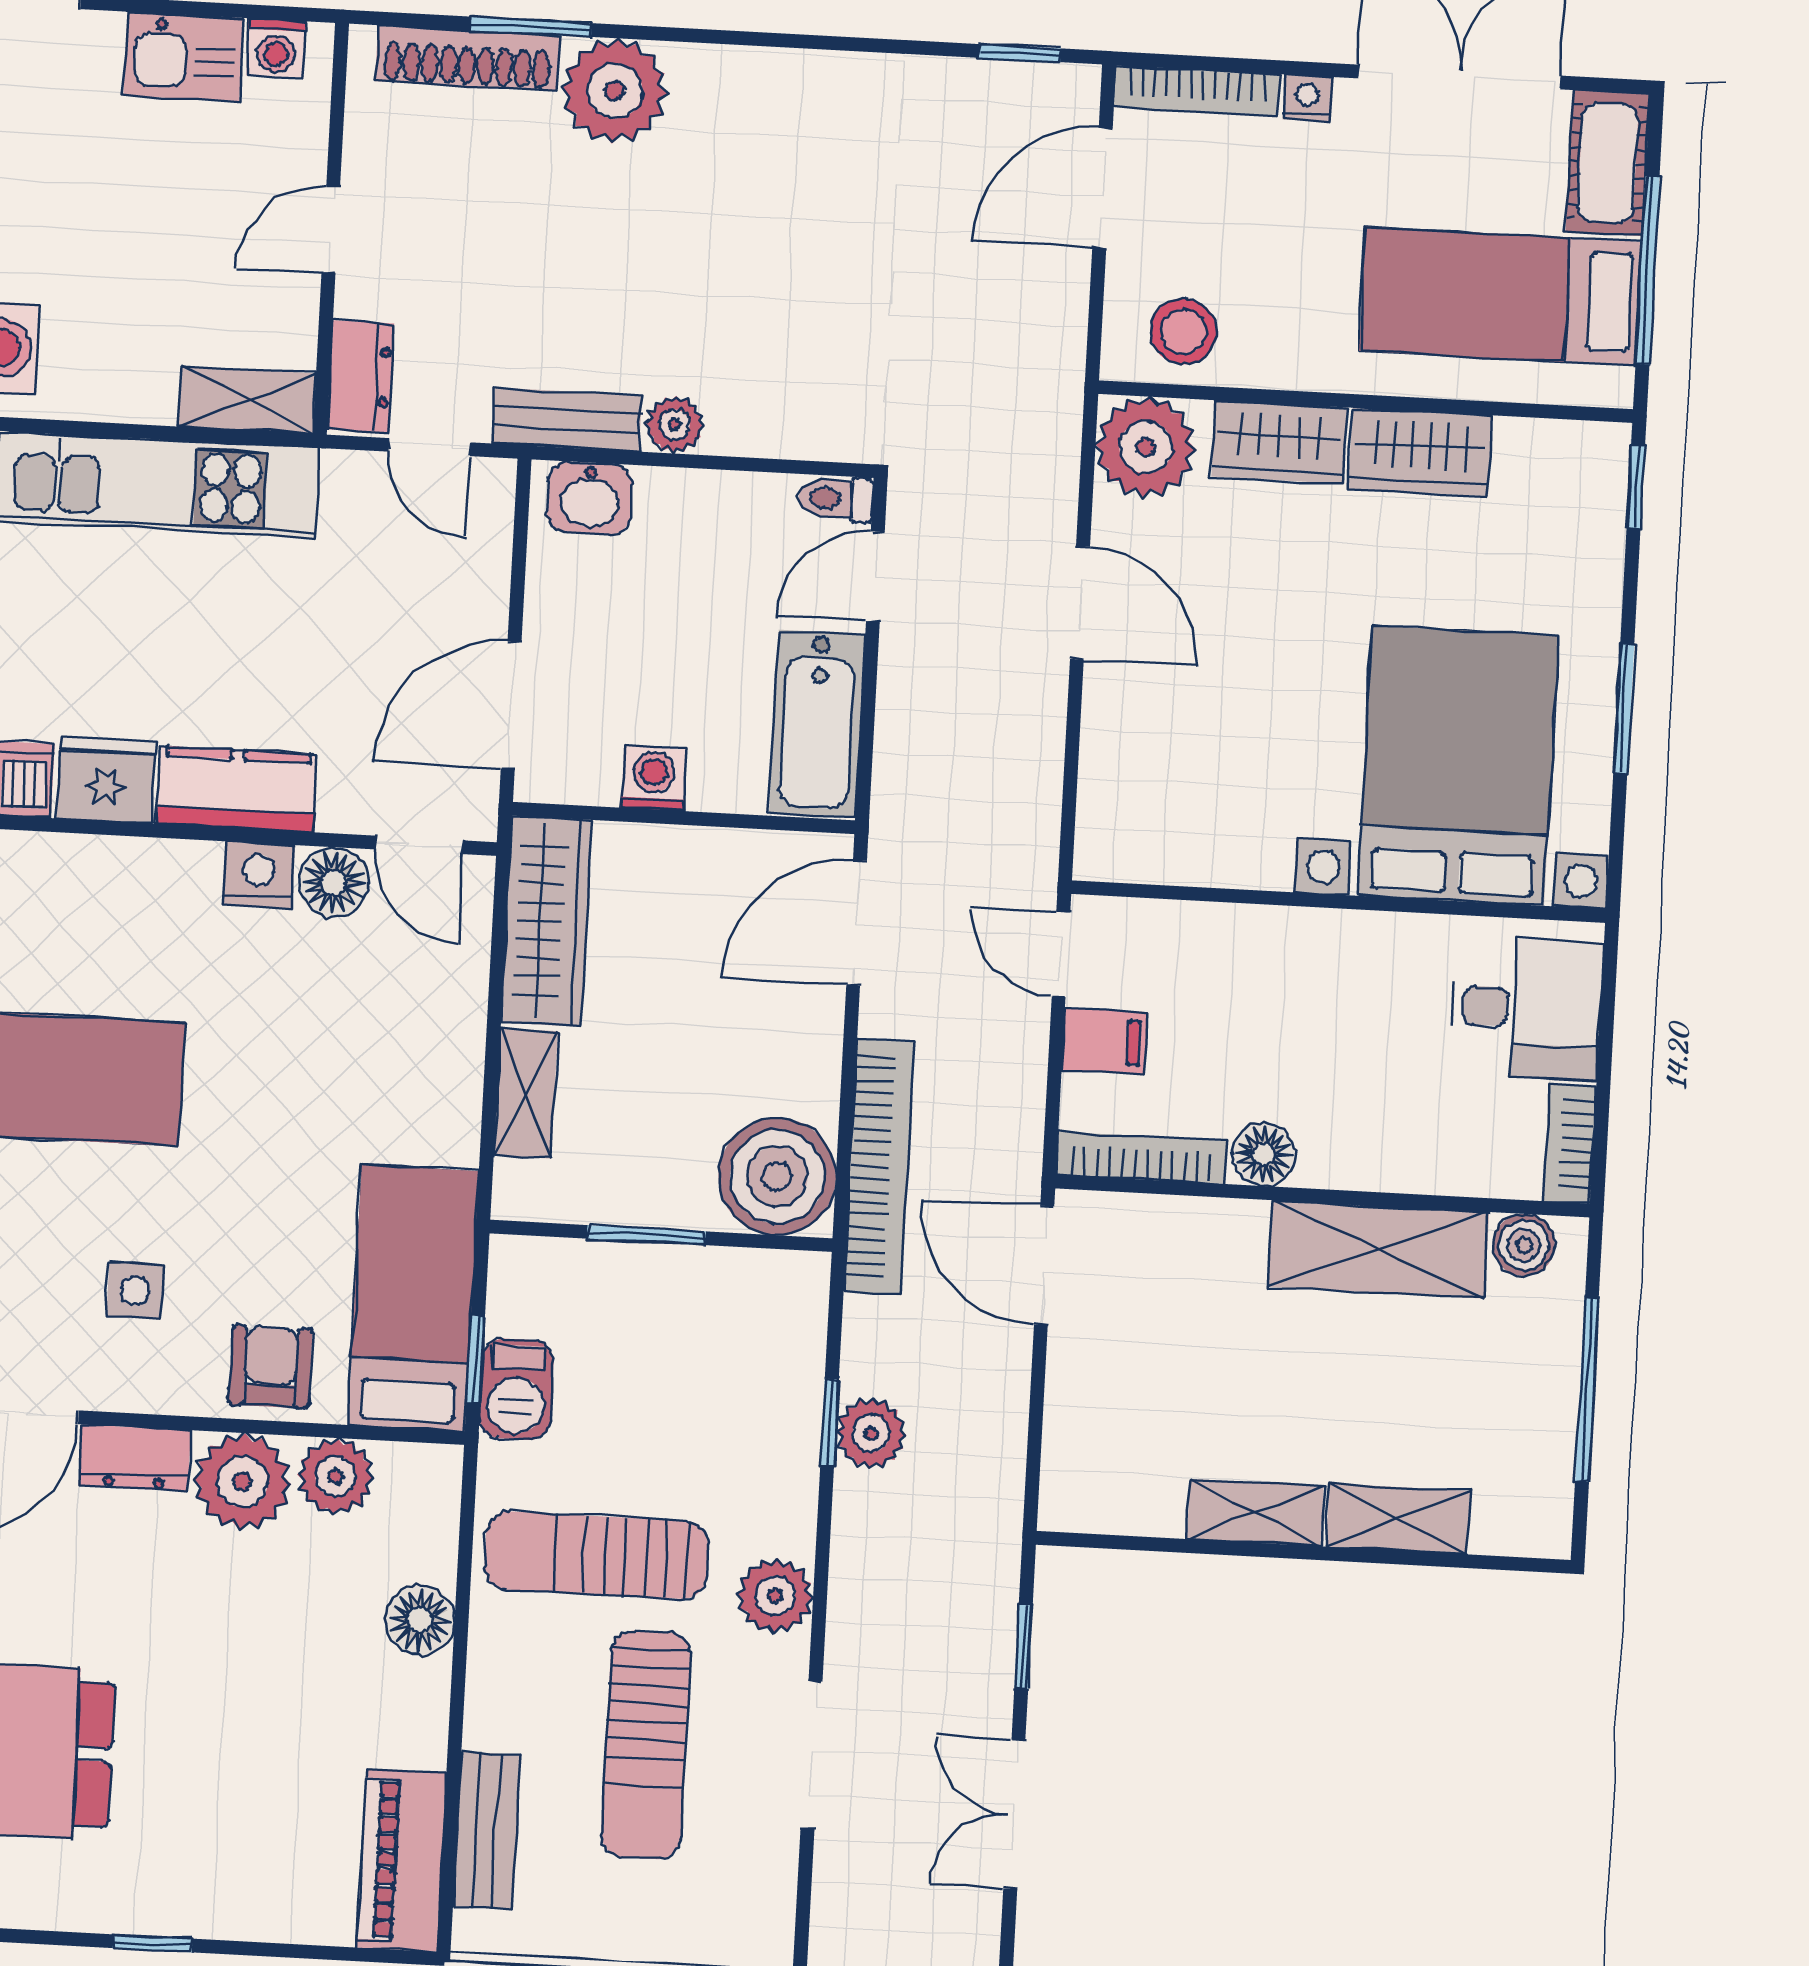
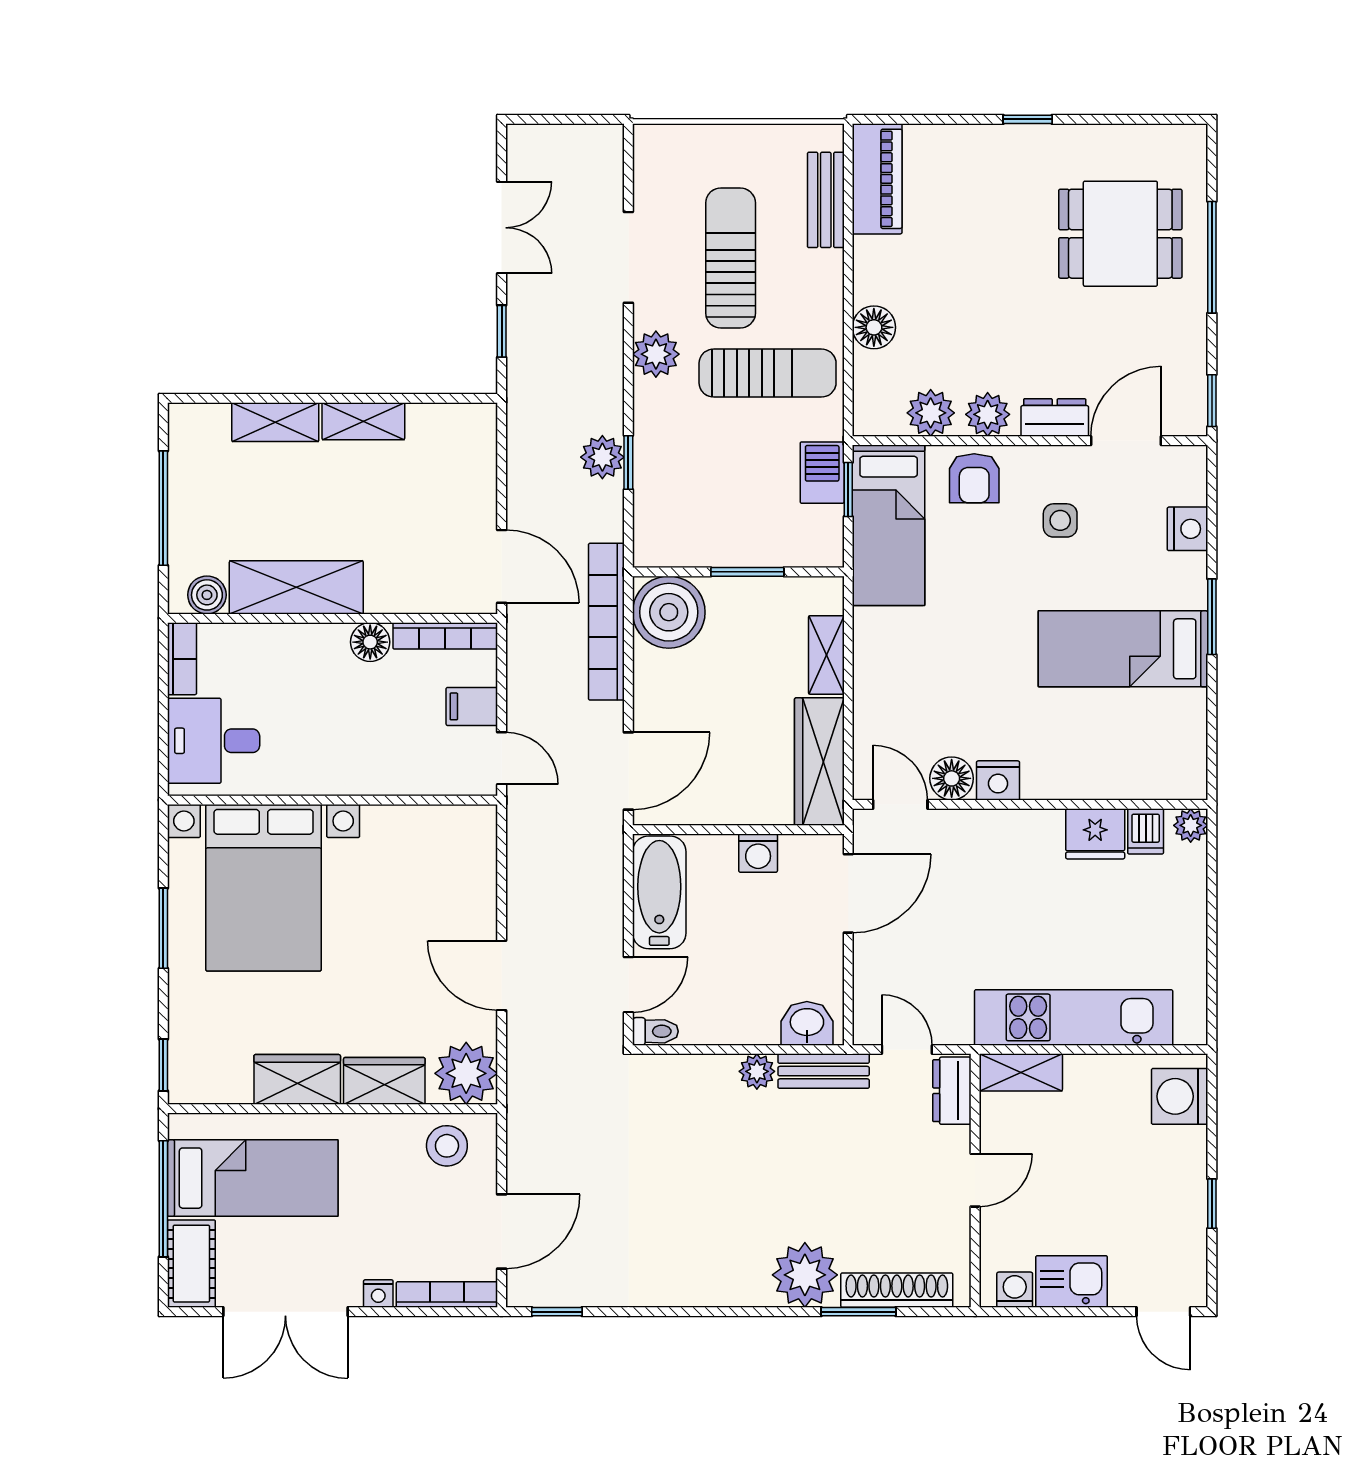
kitchen counter: (237, 789) -> (1014, 833), removed
plant: (242, 1482) -> (988, 414), width x0.73, depth x0.73

